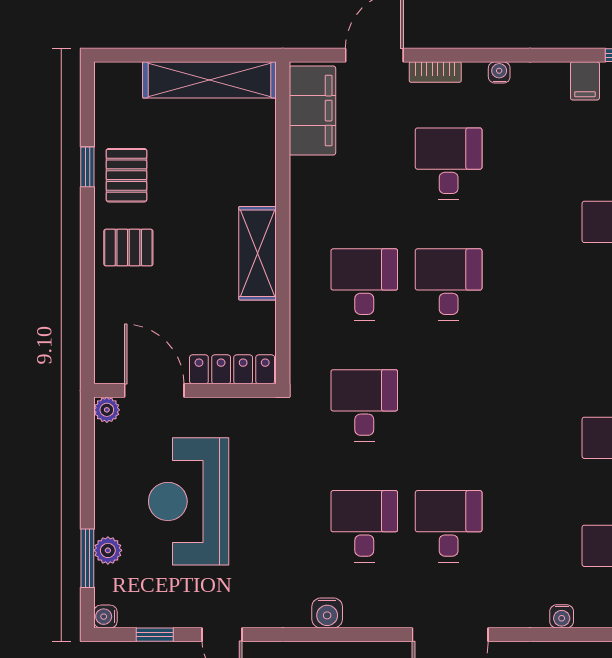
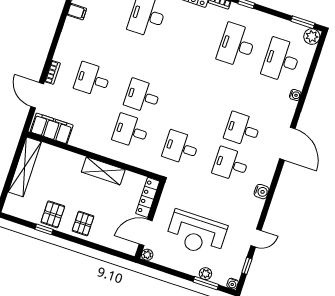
water cooler: (499, 72) -> (62, 46), removed
pallet: (126, 175) -> (53, 214), turned 90

